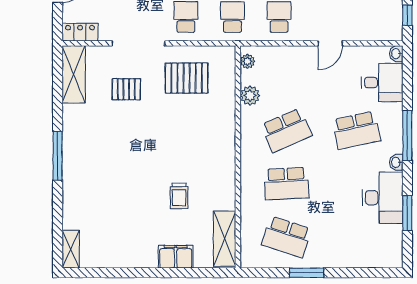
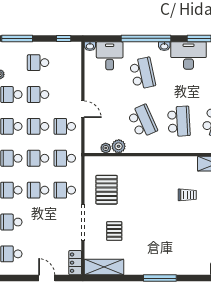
door: (330, 43) -> (83, 109), moved
plant: (247, 61) -> (106, 148), moved
window: (407, 136) -> (146, 38), width x1.46

